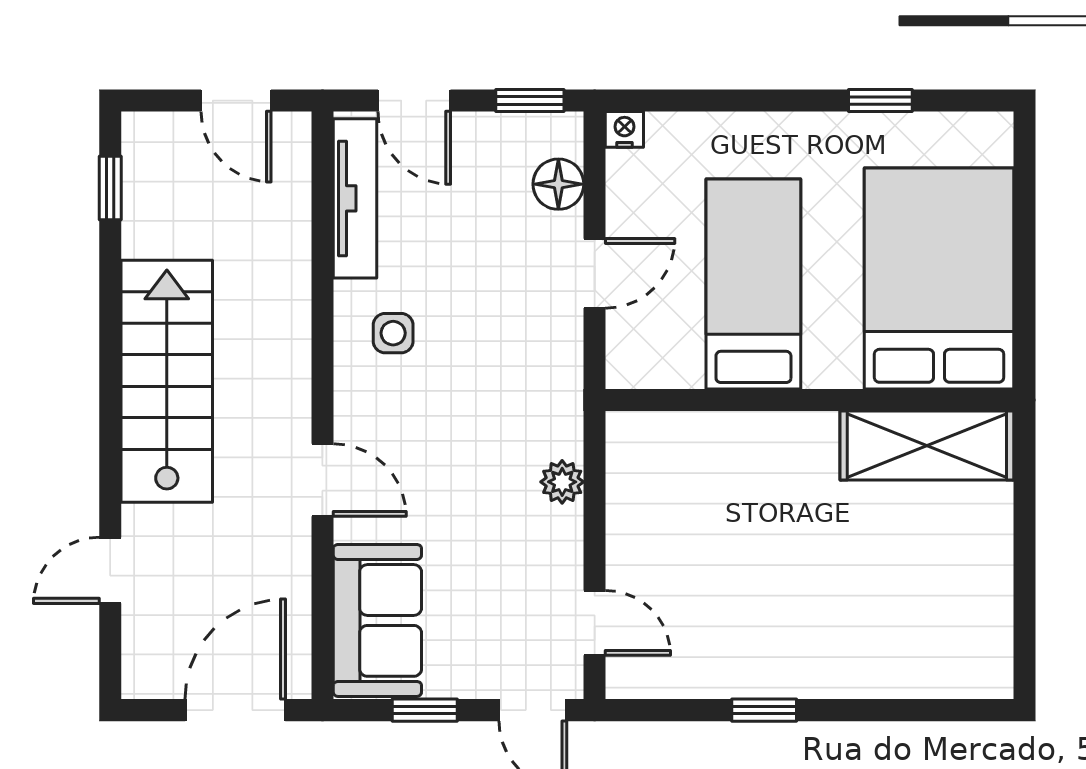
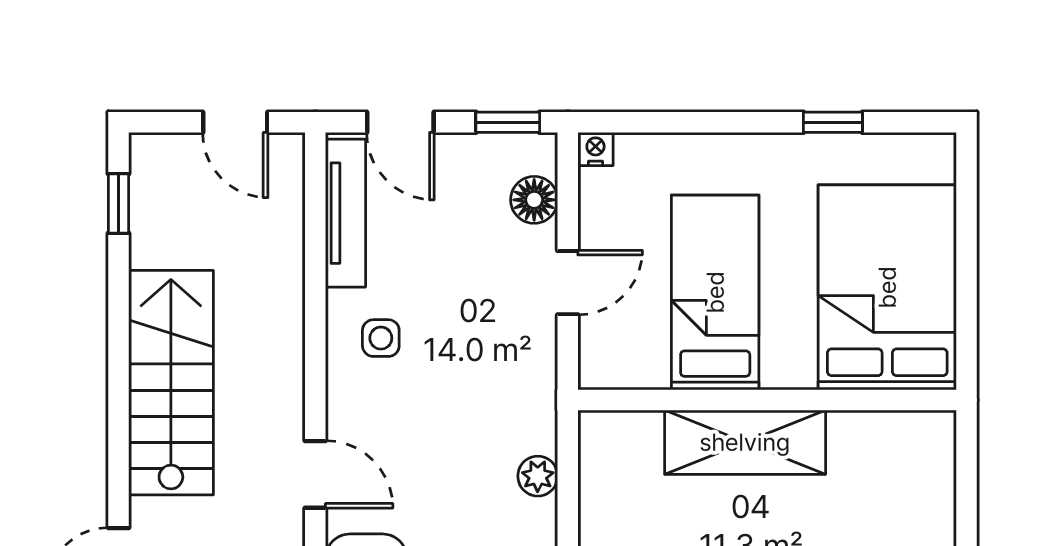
shelving: (927, 446) -> (745, 442), moved

